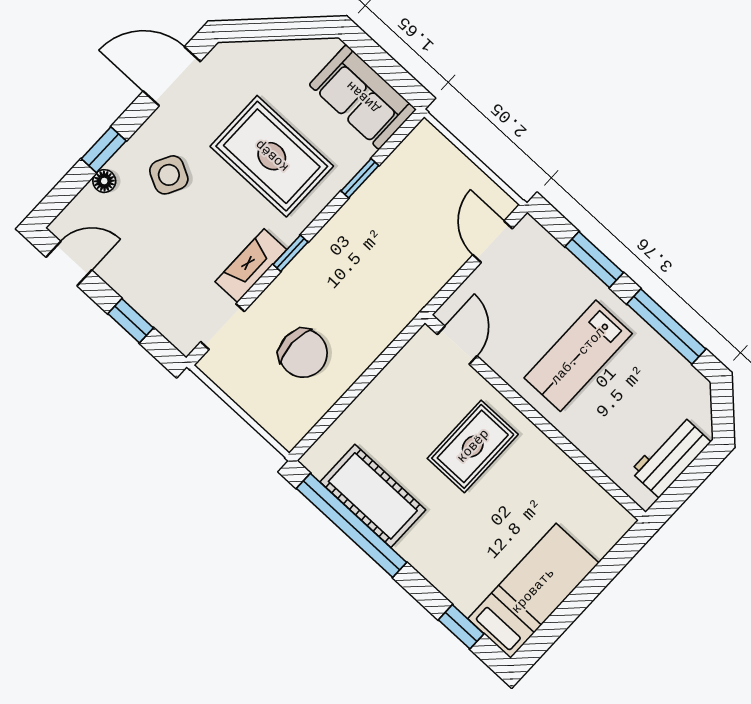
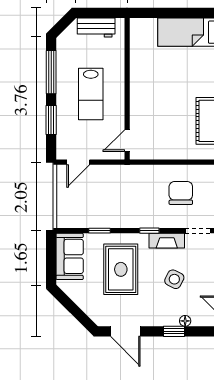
side table: (169, 175) -> (174, 279), moved
lab bench: (578, 356) -> (91, 94), turned 90
rug: (473, 446) -> (158, 102), removed

